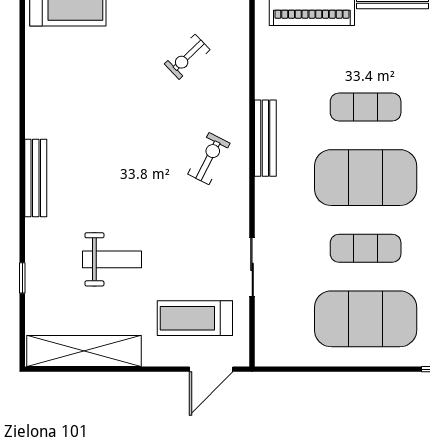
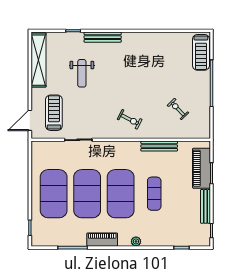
bench: (265, 138) -> (159, 146), moved
bench: (36, 178) -> (103, 37), moved
exercise mat: (366, 248) -> (87, 194), width x2.00, depth x1.45
door: (211, 369) -> (30, 120), hinge flipped

